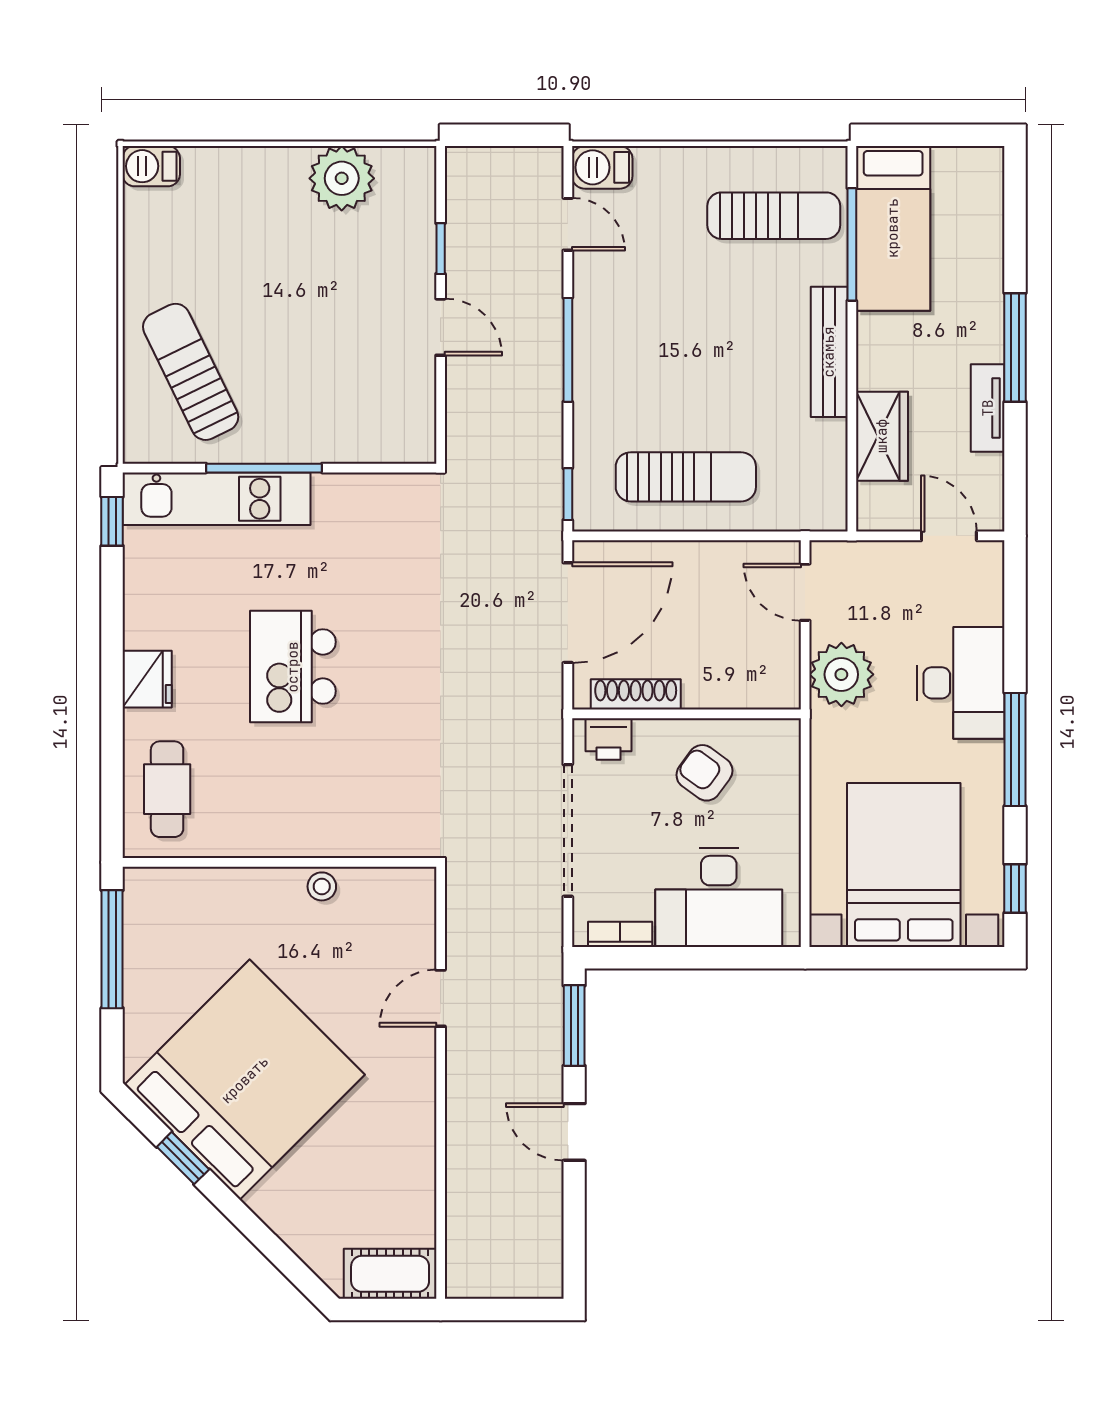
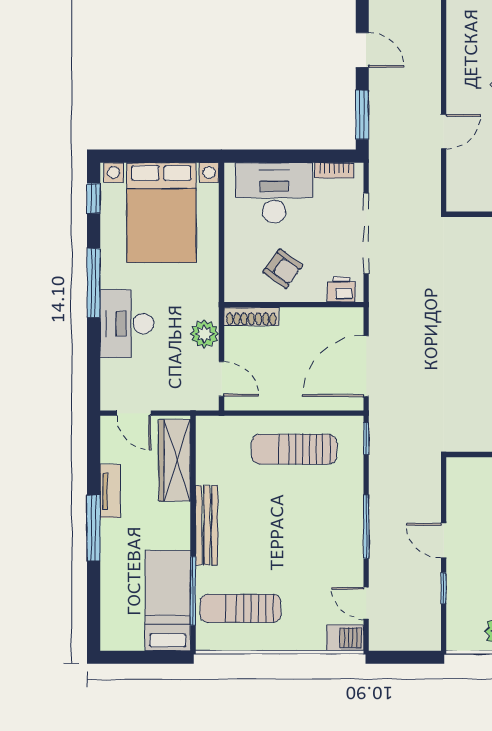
wardrobe: (882, 436) -> (175, 460), width x1.50
plant: (841, 674) -> (205, 334), width x0.73, depth x0.73
shoe rack: (636, 694) -> (251, 317), moved

